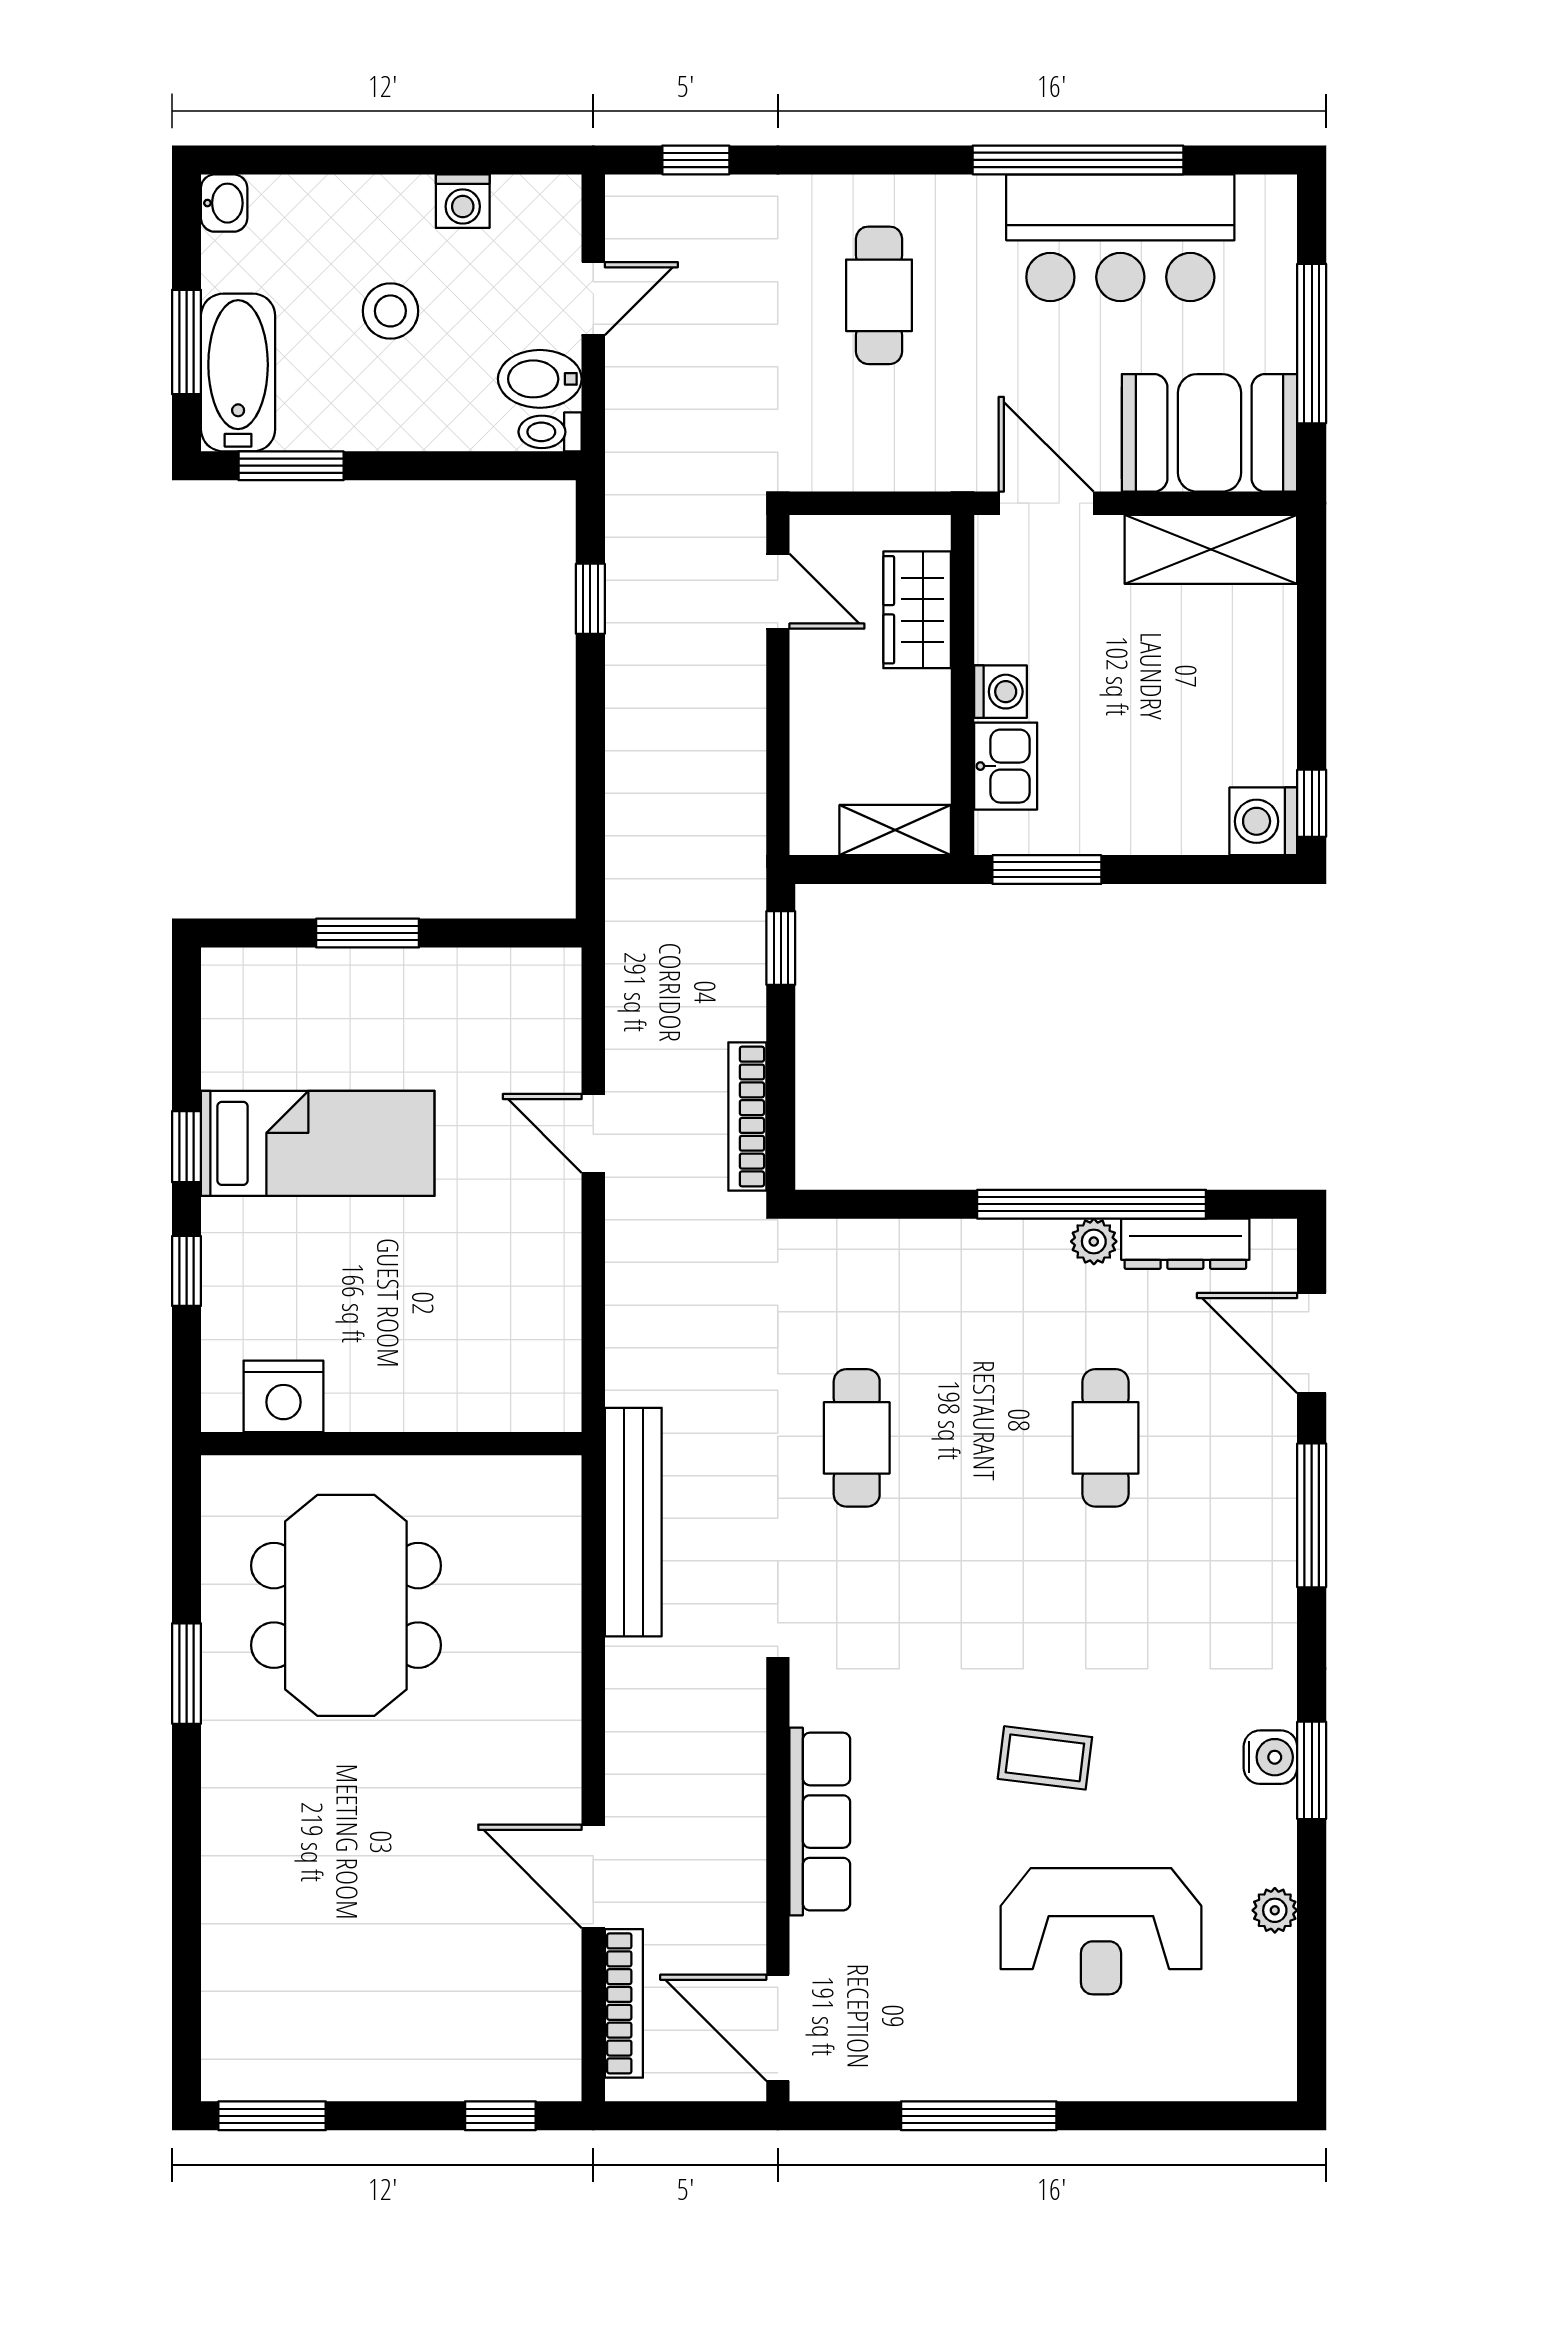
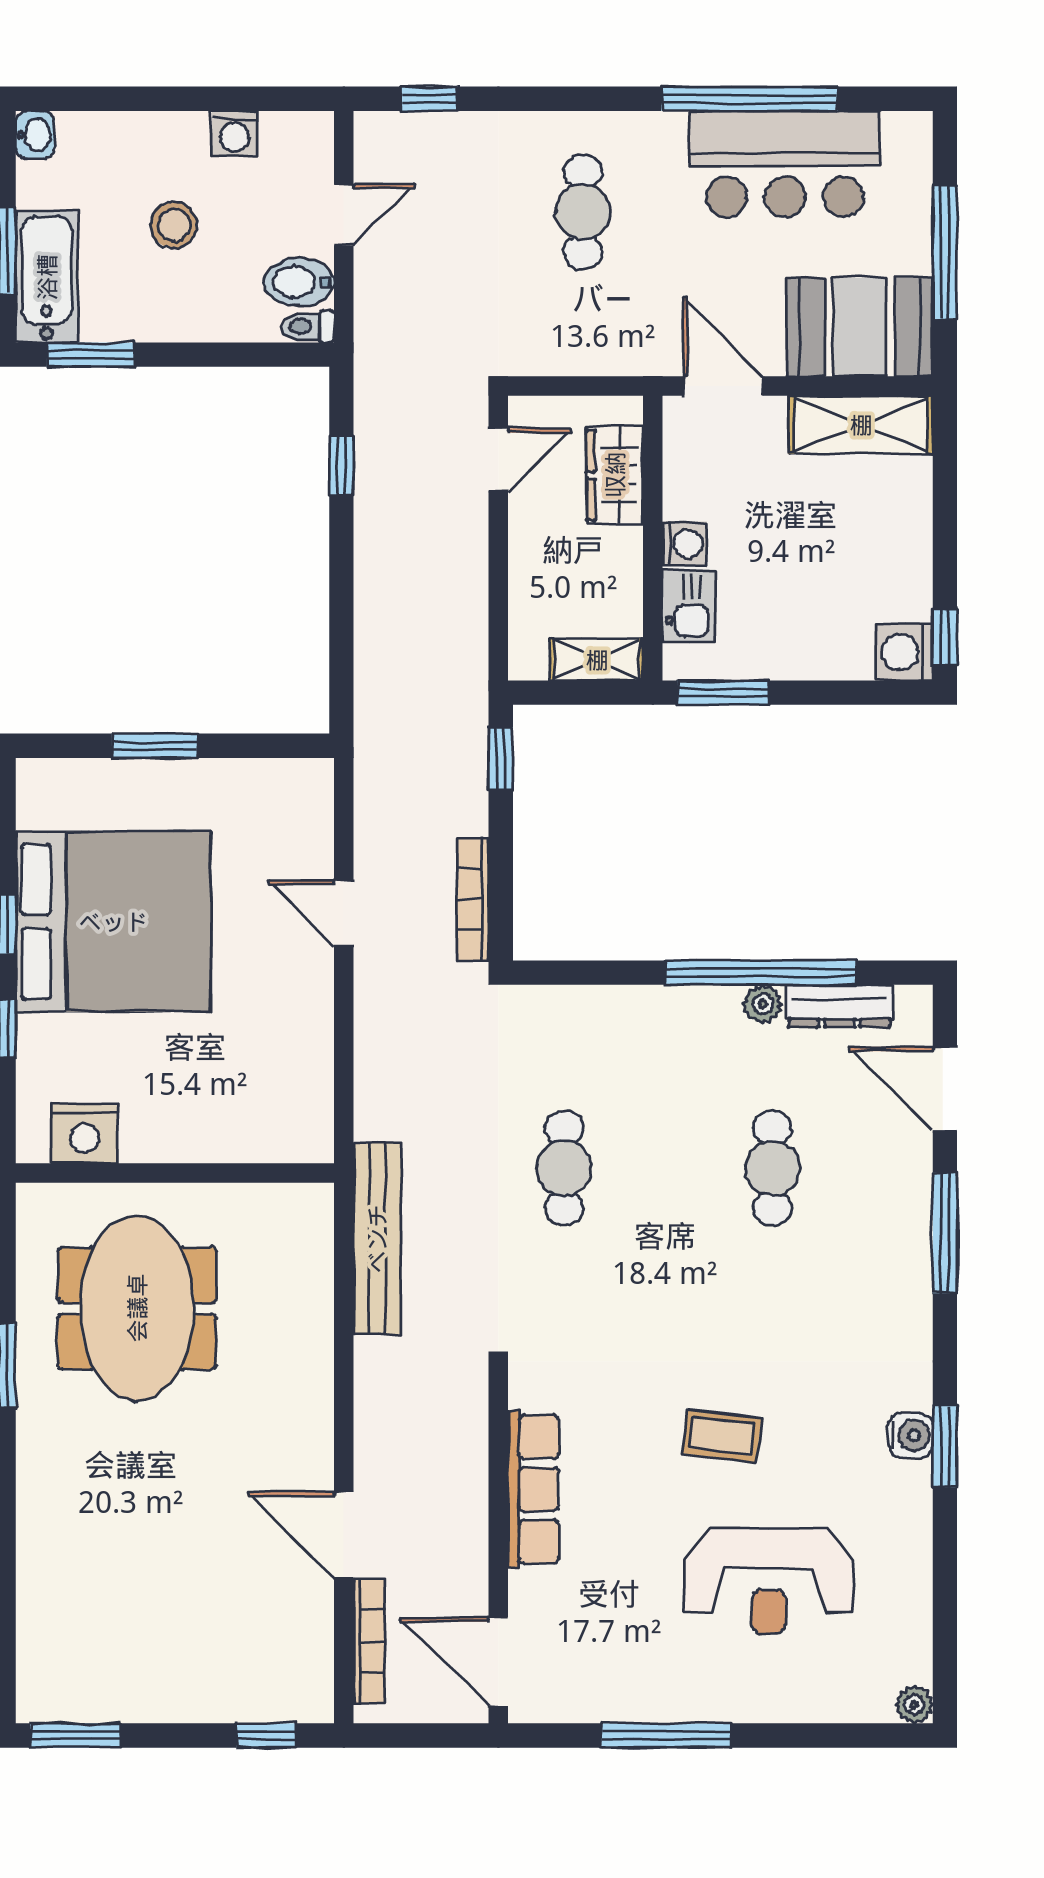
door: (778, 591) -> (498, 460), hinge flipped
bed: (318, 1143) -> (113, 922), width x2.04
plant: (1275, 1910) -> (914, 1705), moved

